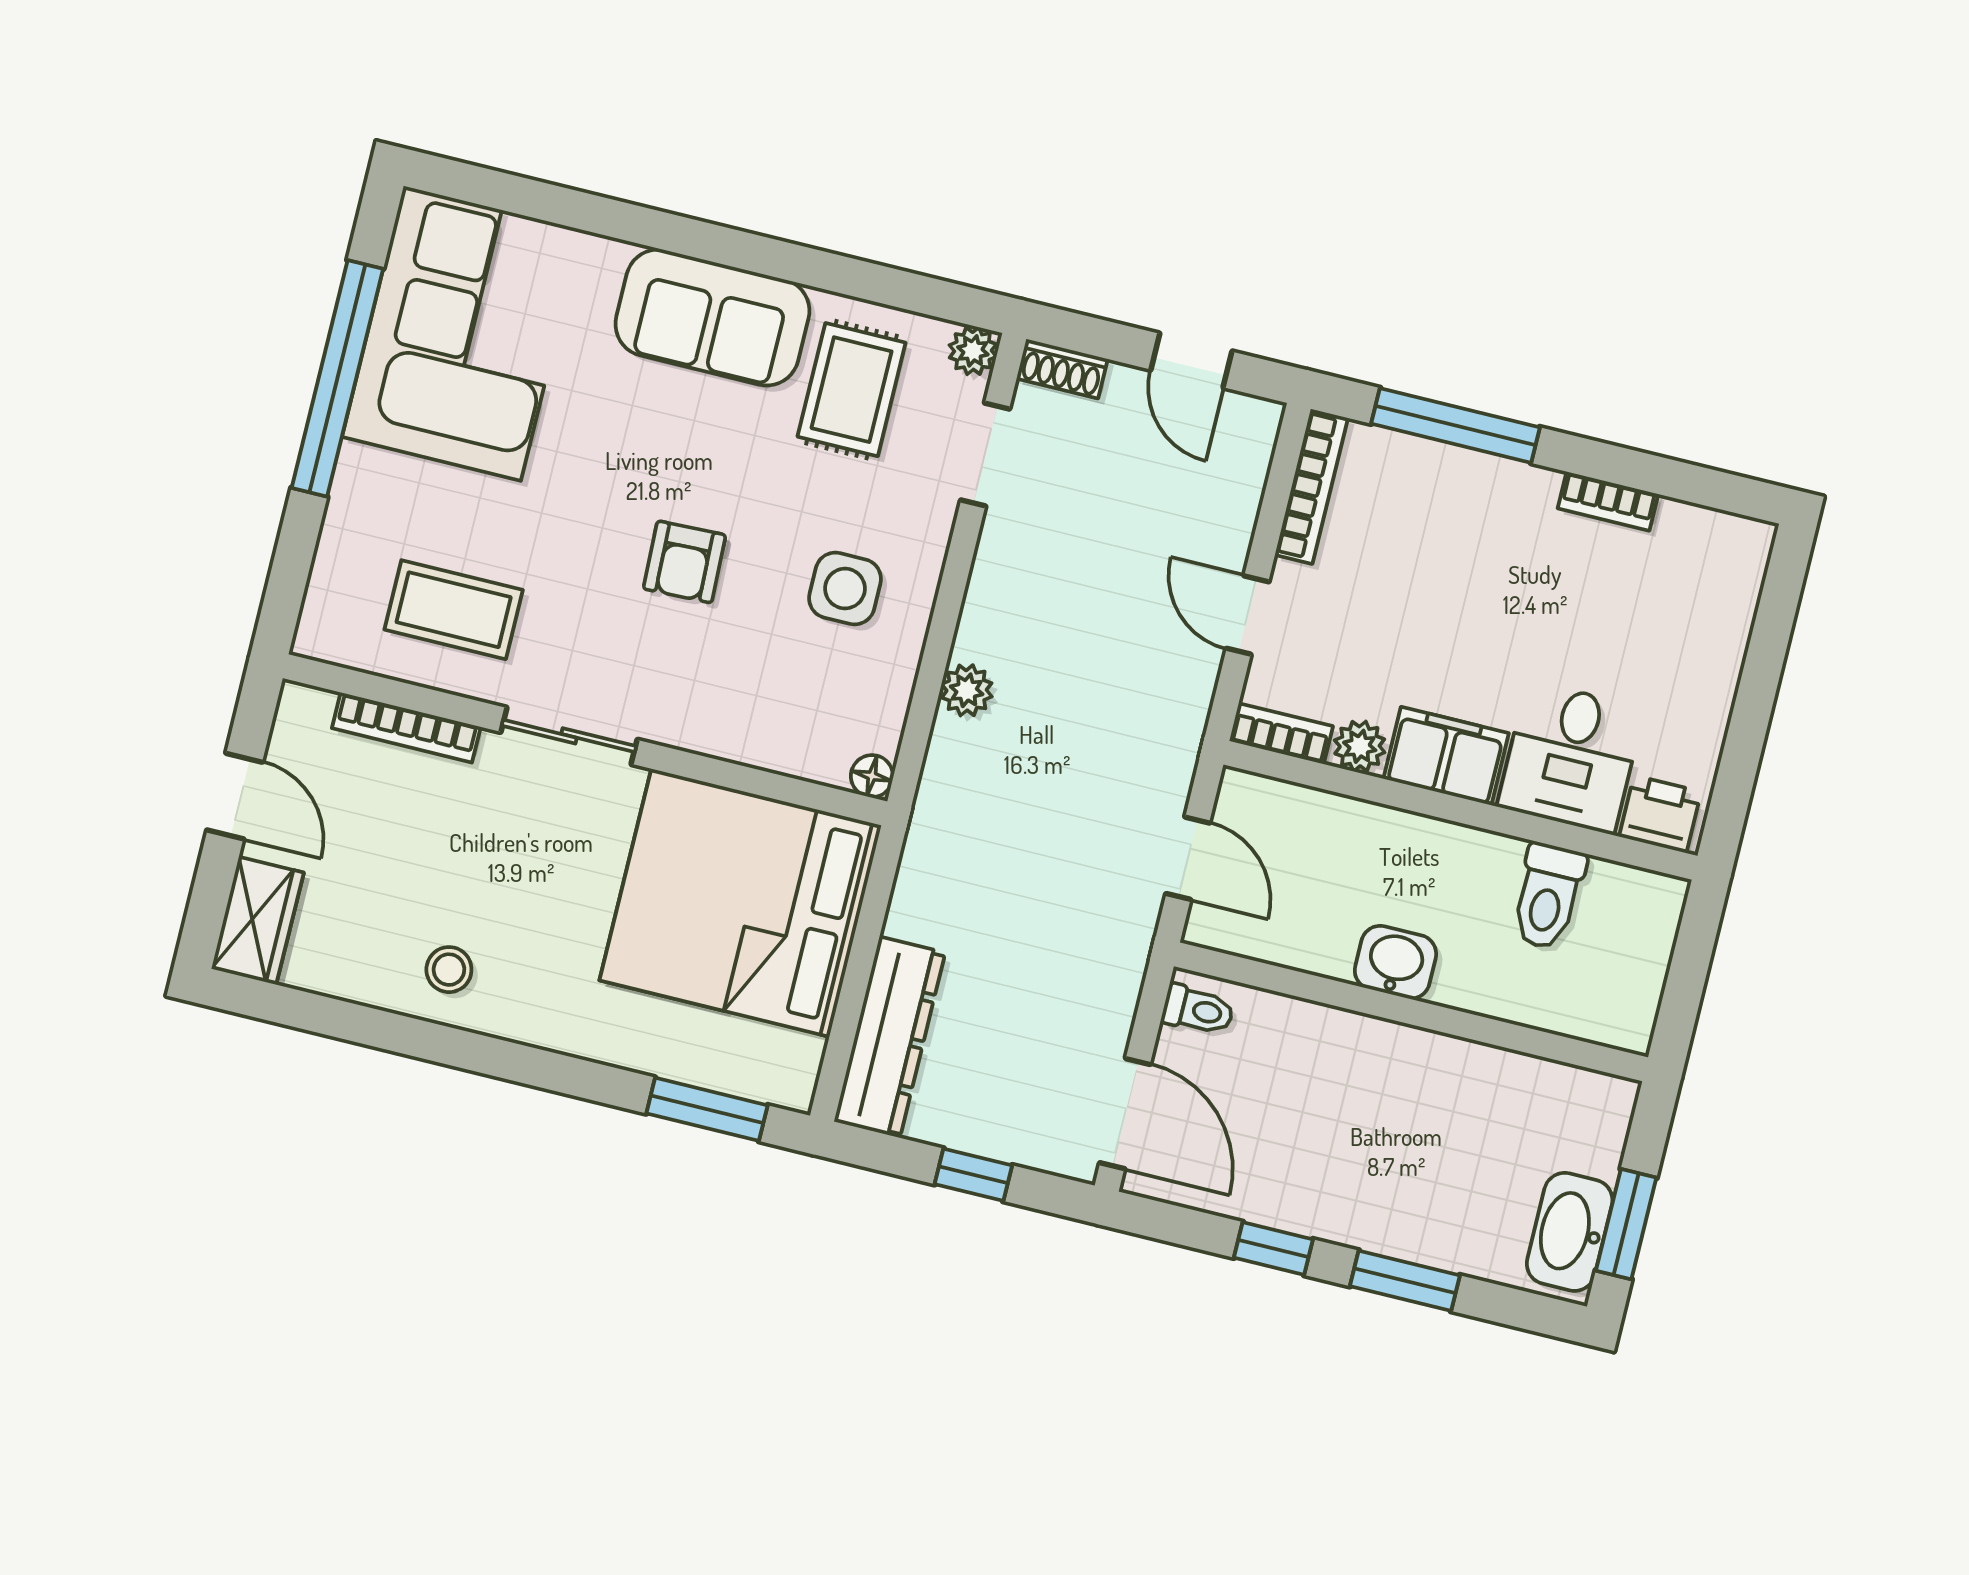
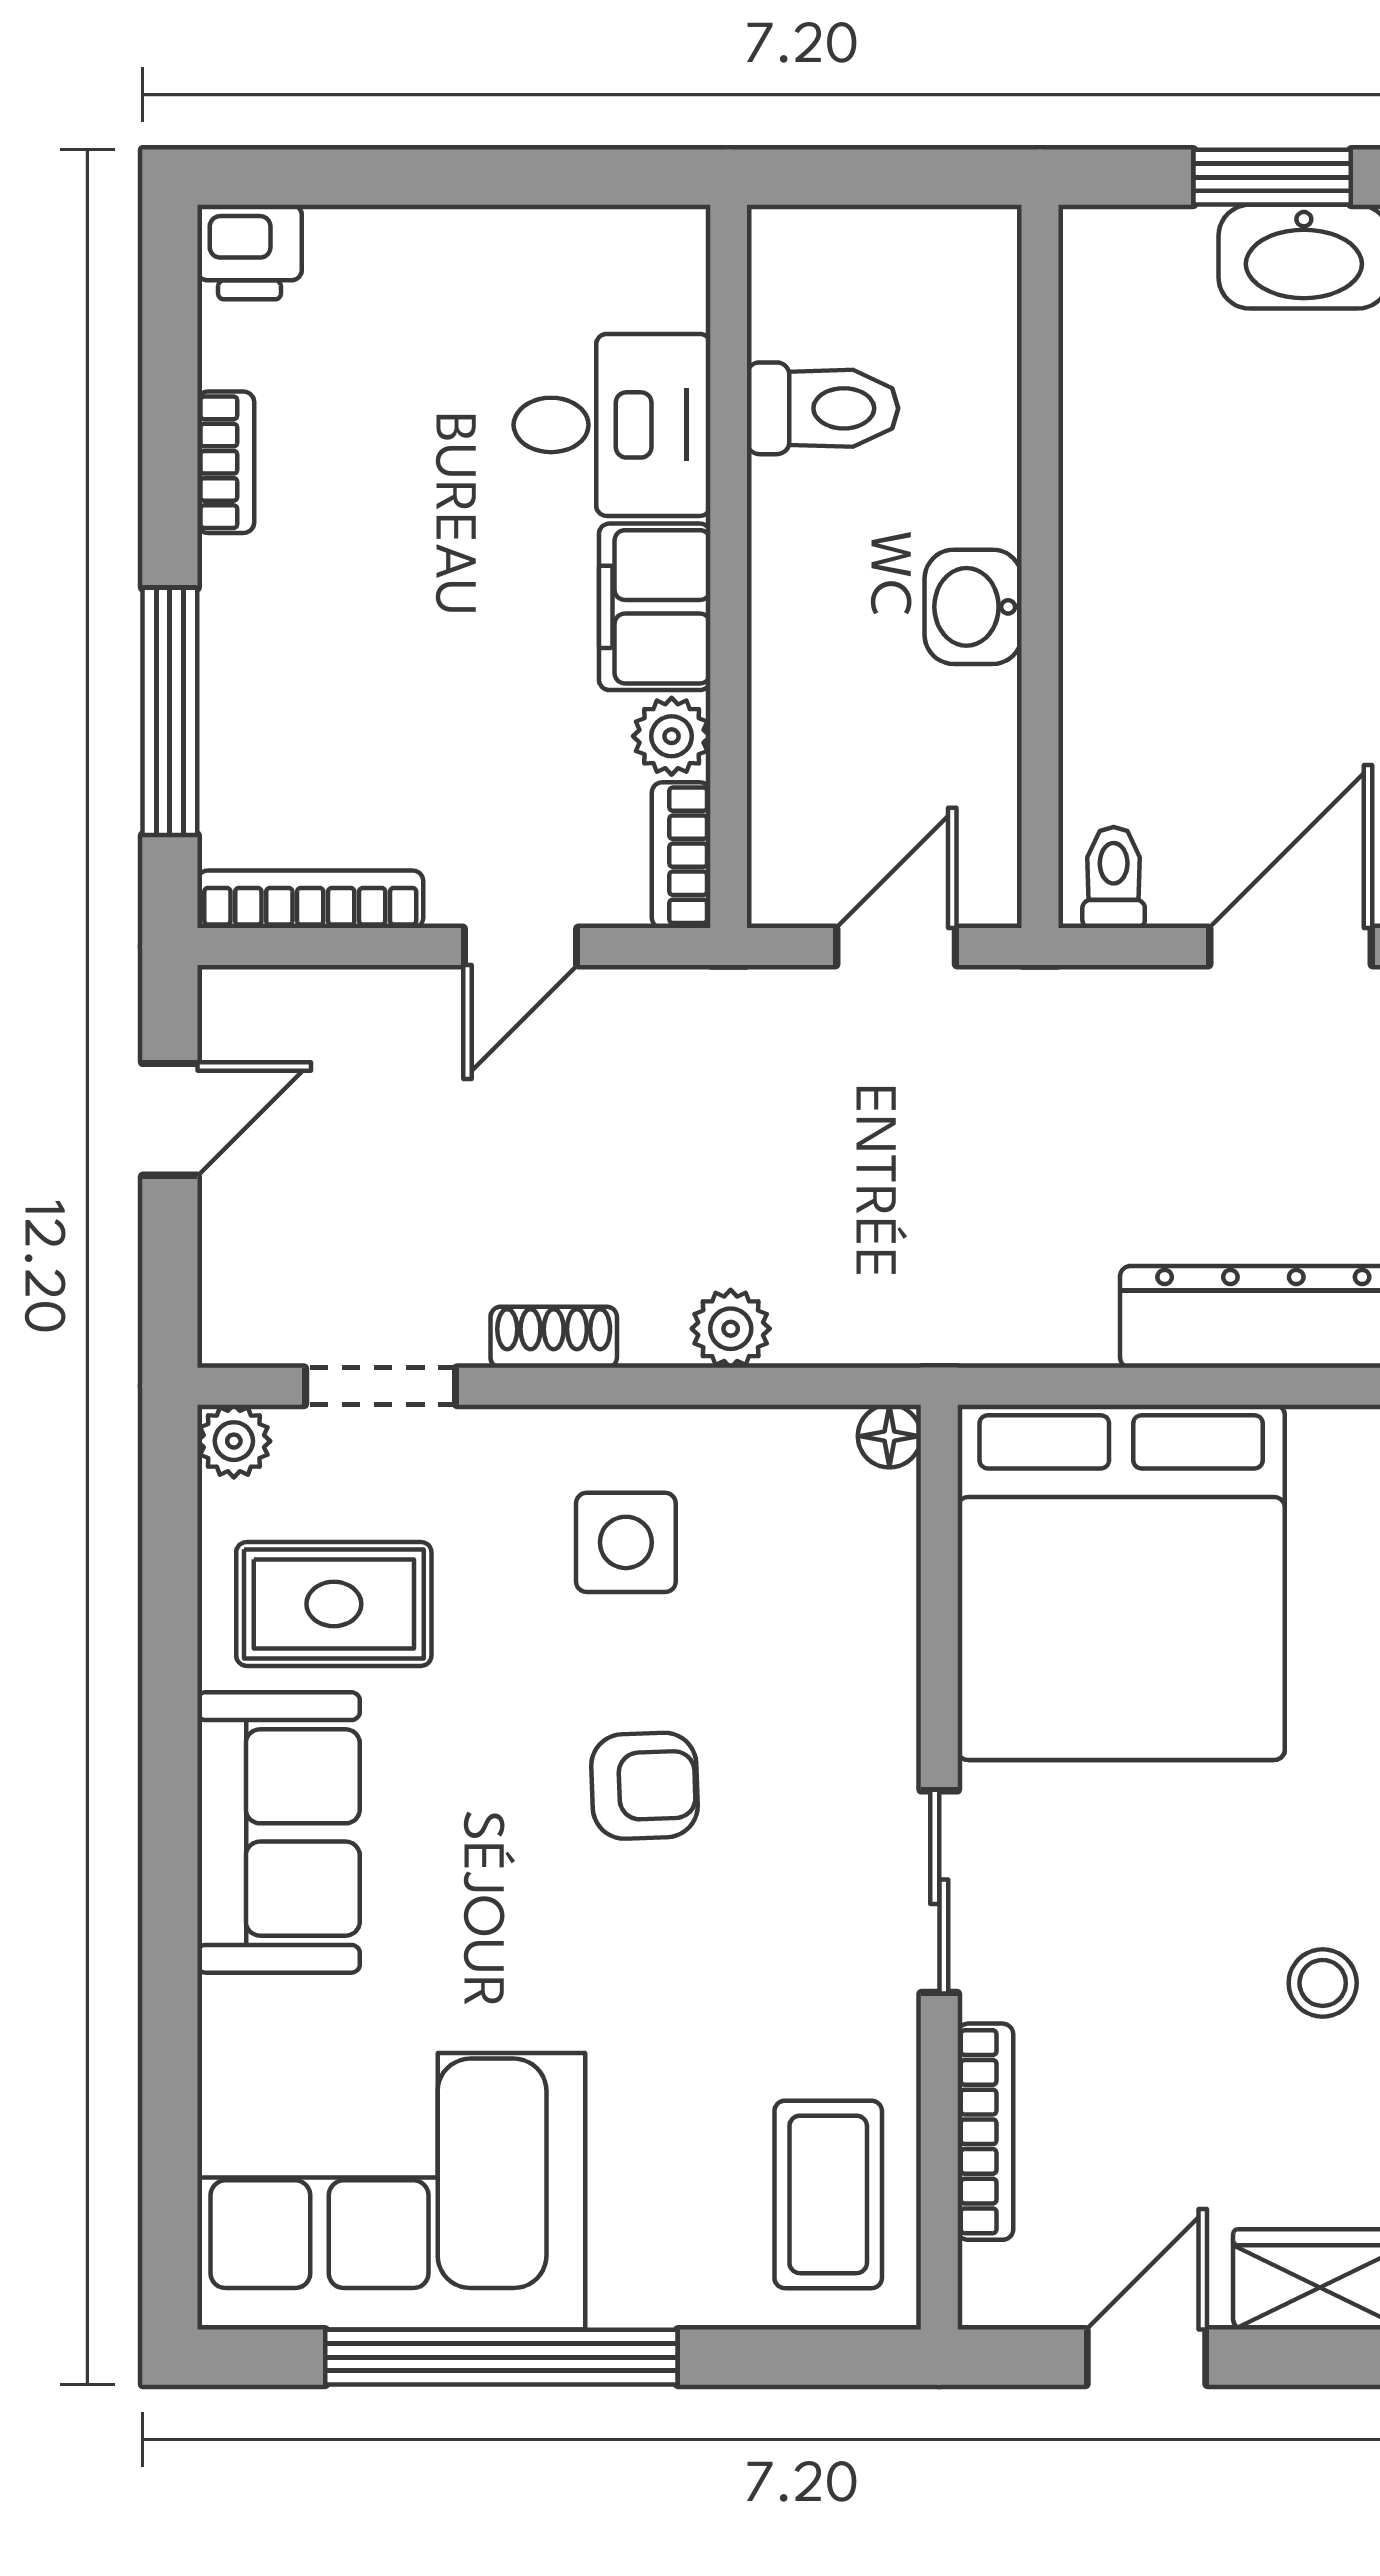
shoe rack: (1062, 369) -> (554, 1337), moved, turned -90
coffee table: (454, 610) -> (828, 2194), moved
printer: (1660, 814) -> (250, 252), moved, turned -90

